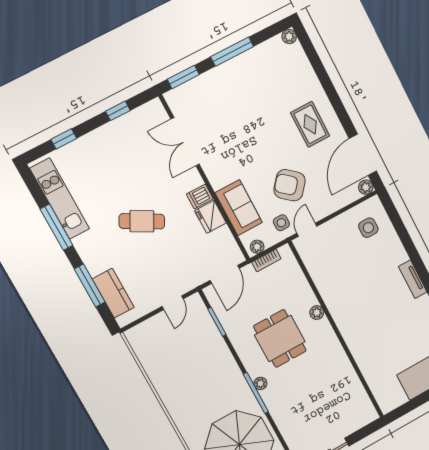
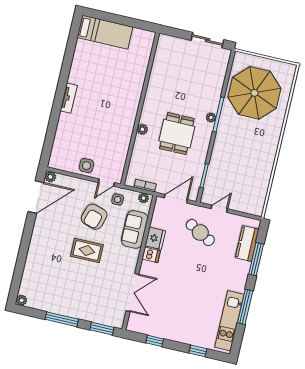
rug: (310, 124) -> (87, 251), moved, turned 90
armchair: (290, 185) -> (94, 217), turned 67
cafe table: (142, 221) -> (200, 233), moved
side table: (368, 228) -> (87, 166), moved

